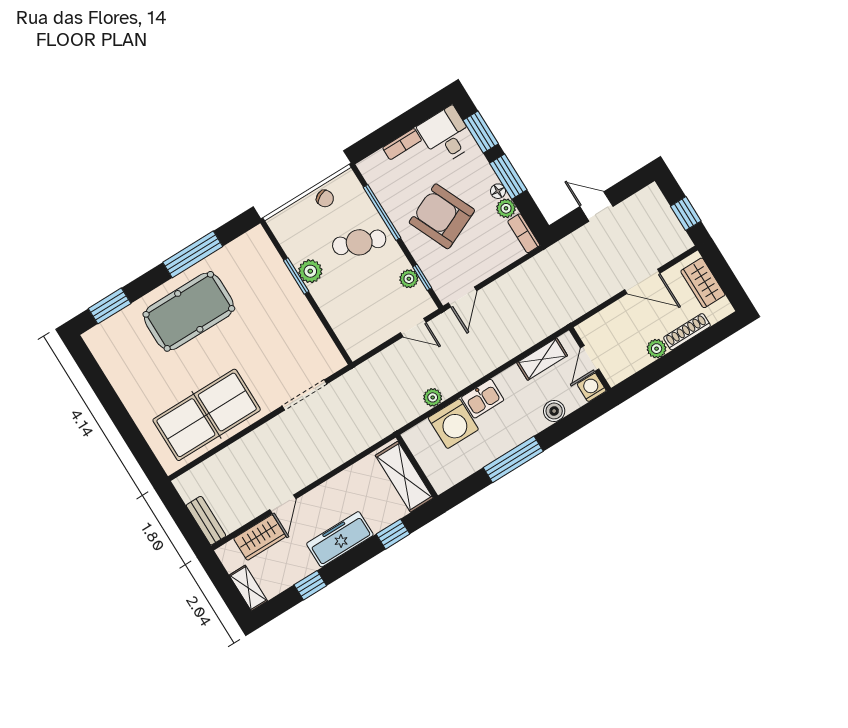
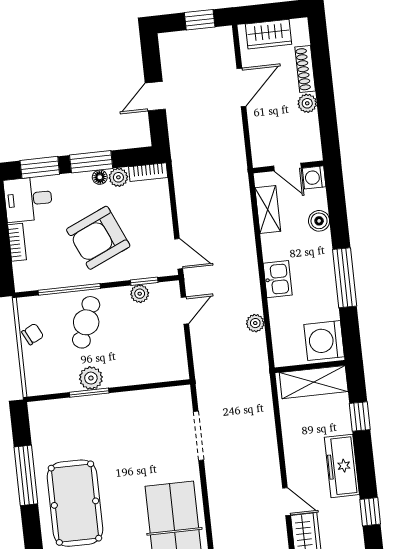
washing machine: (453, 424) -> (324, 341), moved, turned 180

